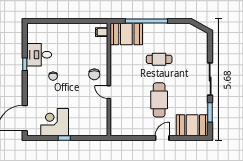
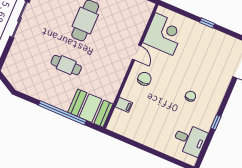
filing cabinet: (102, 32) -> (124, 105), moved
desk: (39, 55) -> (190, 140), moved
corner desk: (55, 122) -> (164, 34), moved, turned -90

